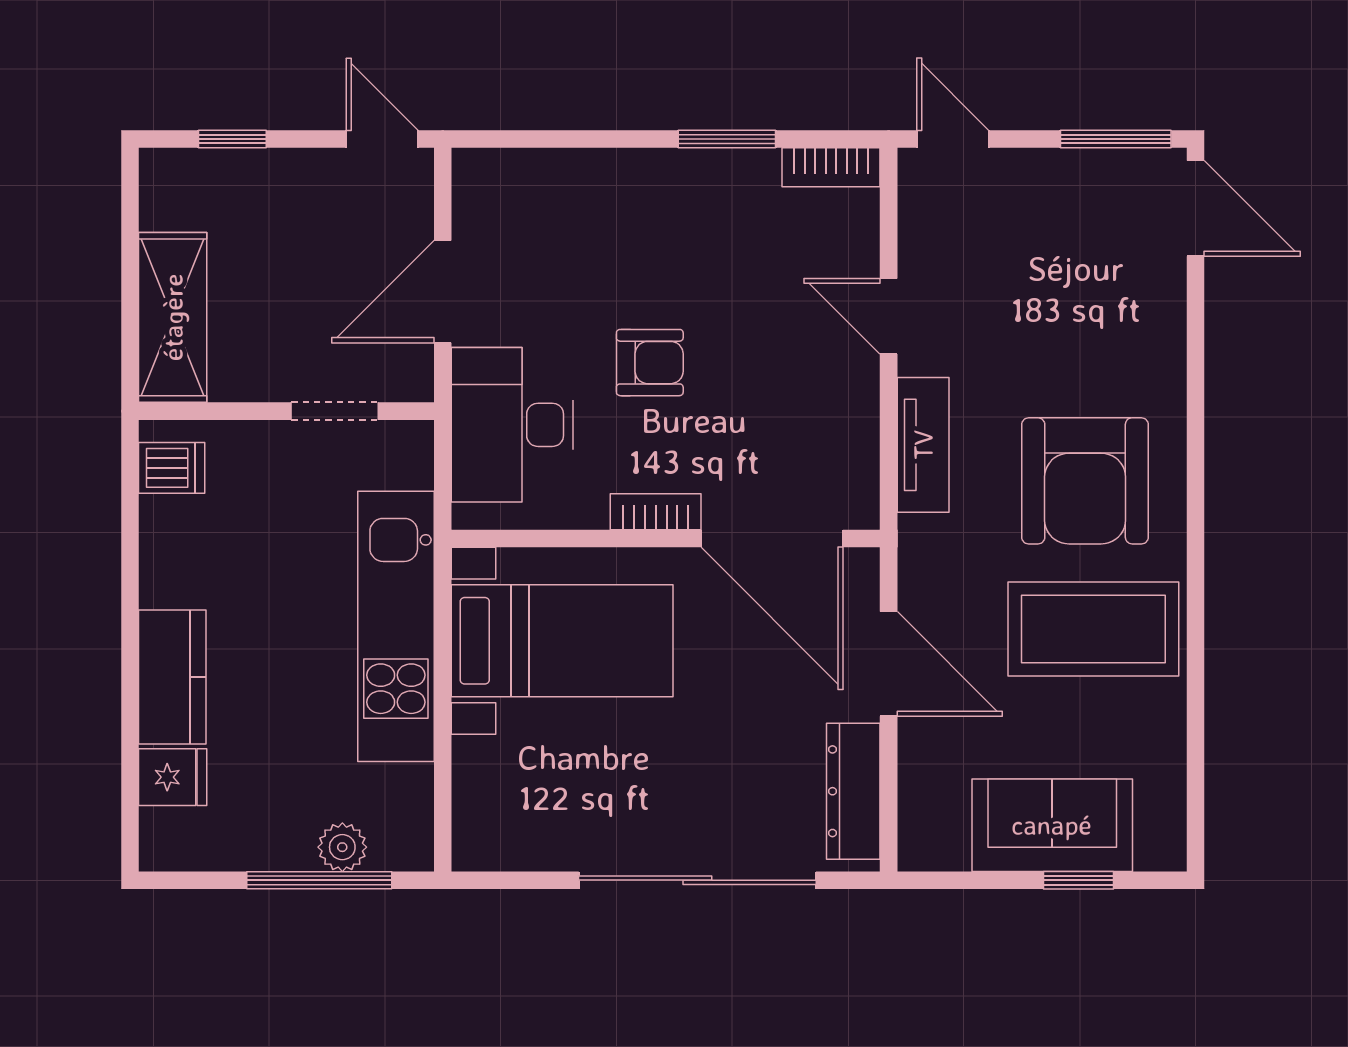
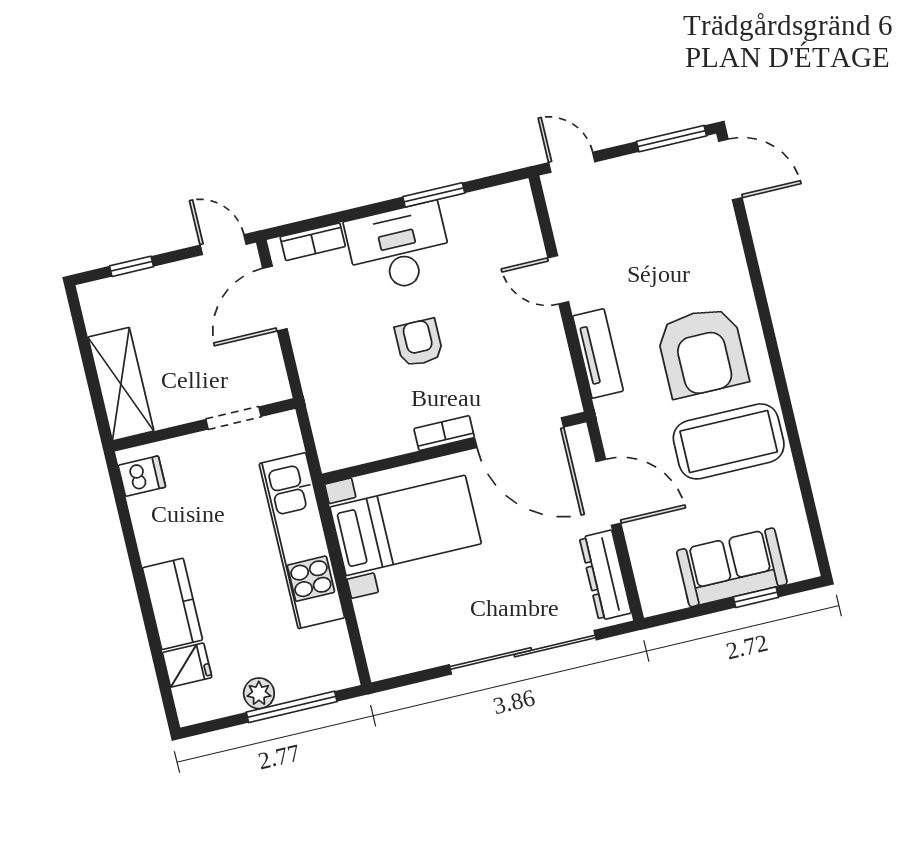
bookcase: (831, 167) -> (313, 242), moved
door: (443, 292) -> (275, 299), moved
armchair: (650, 363) -> (419, 343), turned -90
desk: (512, 425) -> (399, 248), moved, turned 90
plant: (342, 847) -> (259, 693), moved

